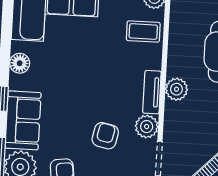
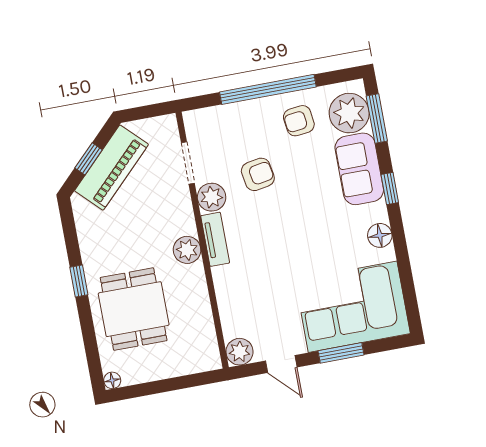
coffee table: (143, 31) -> (243, 308), removed
armchair: (105, 136) -> (258, 174), turned -112

